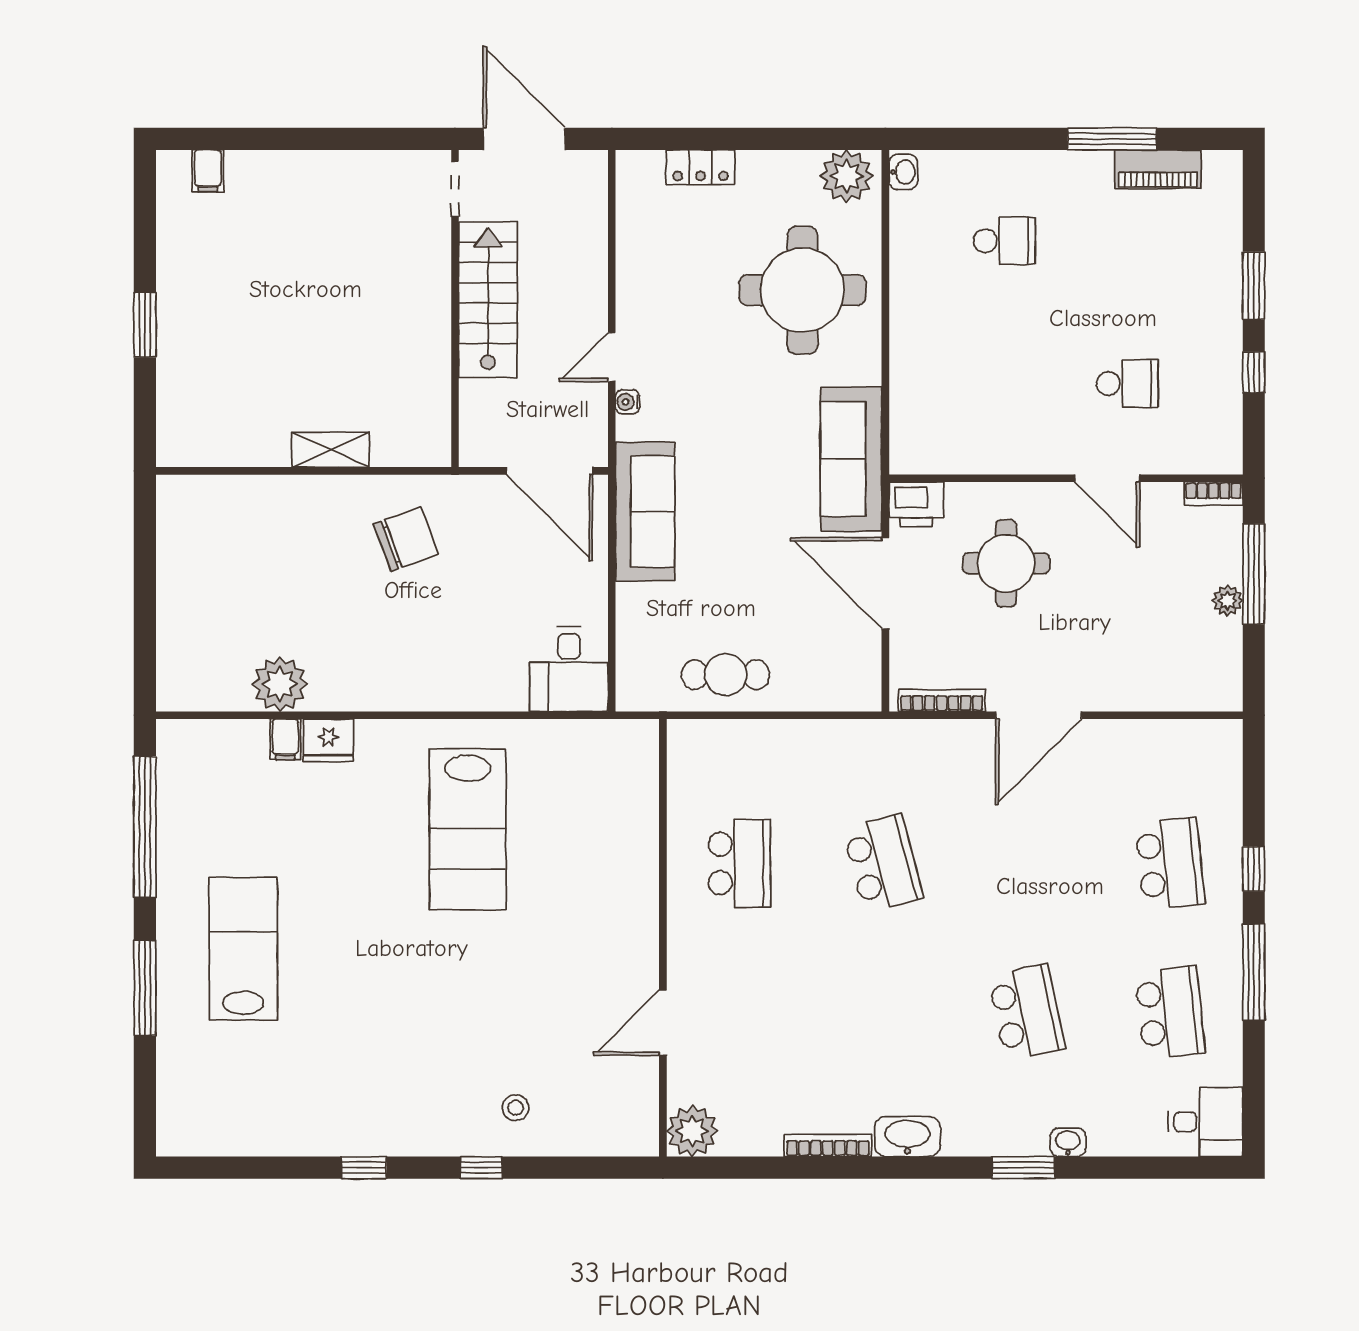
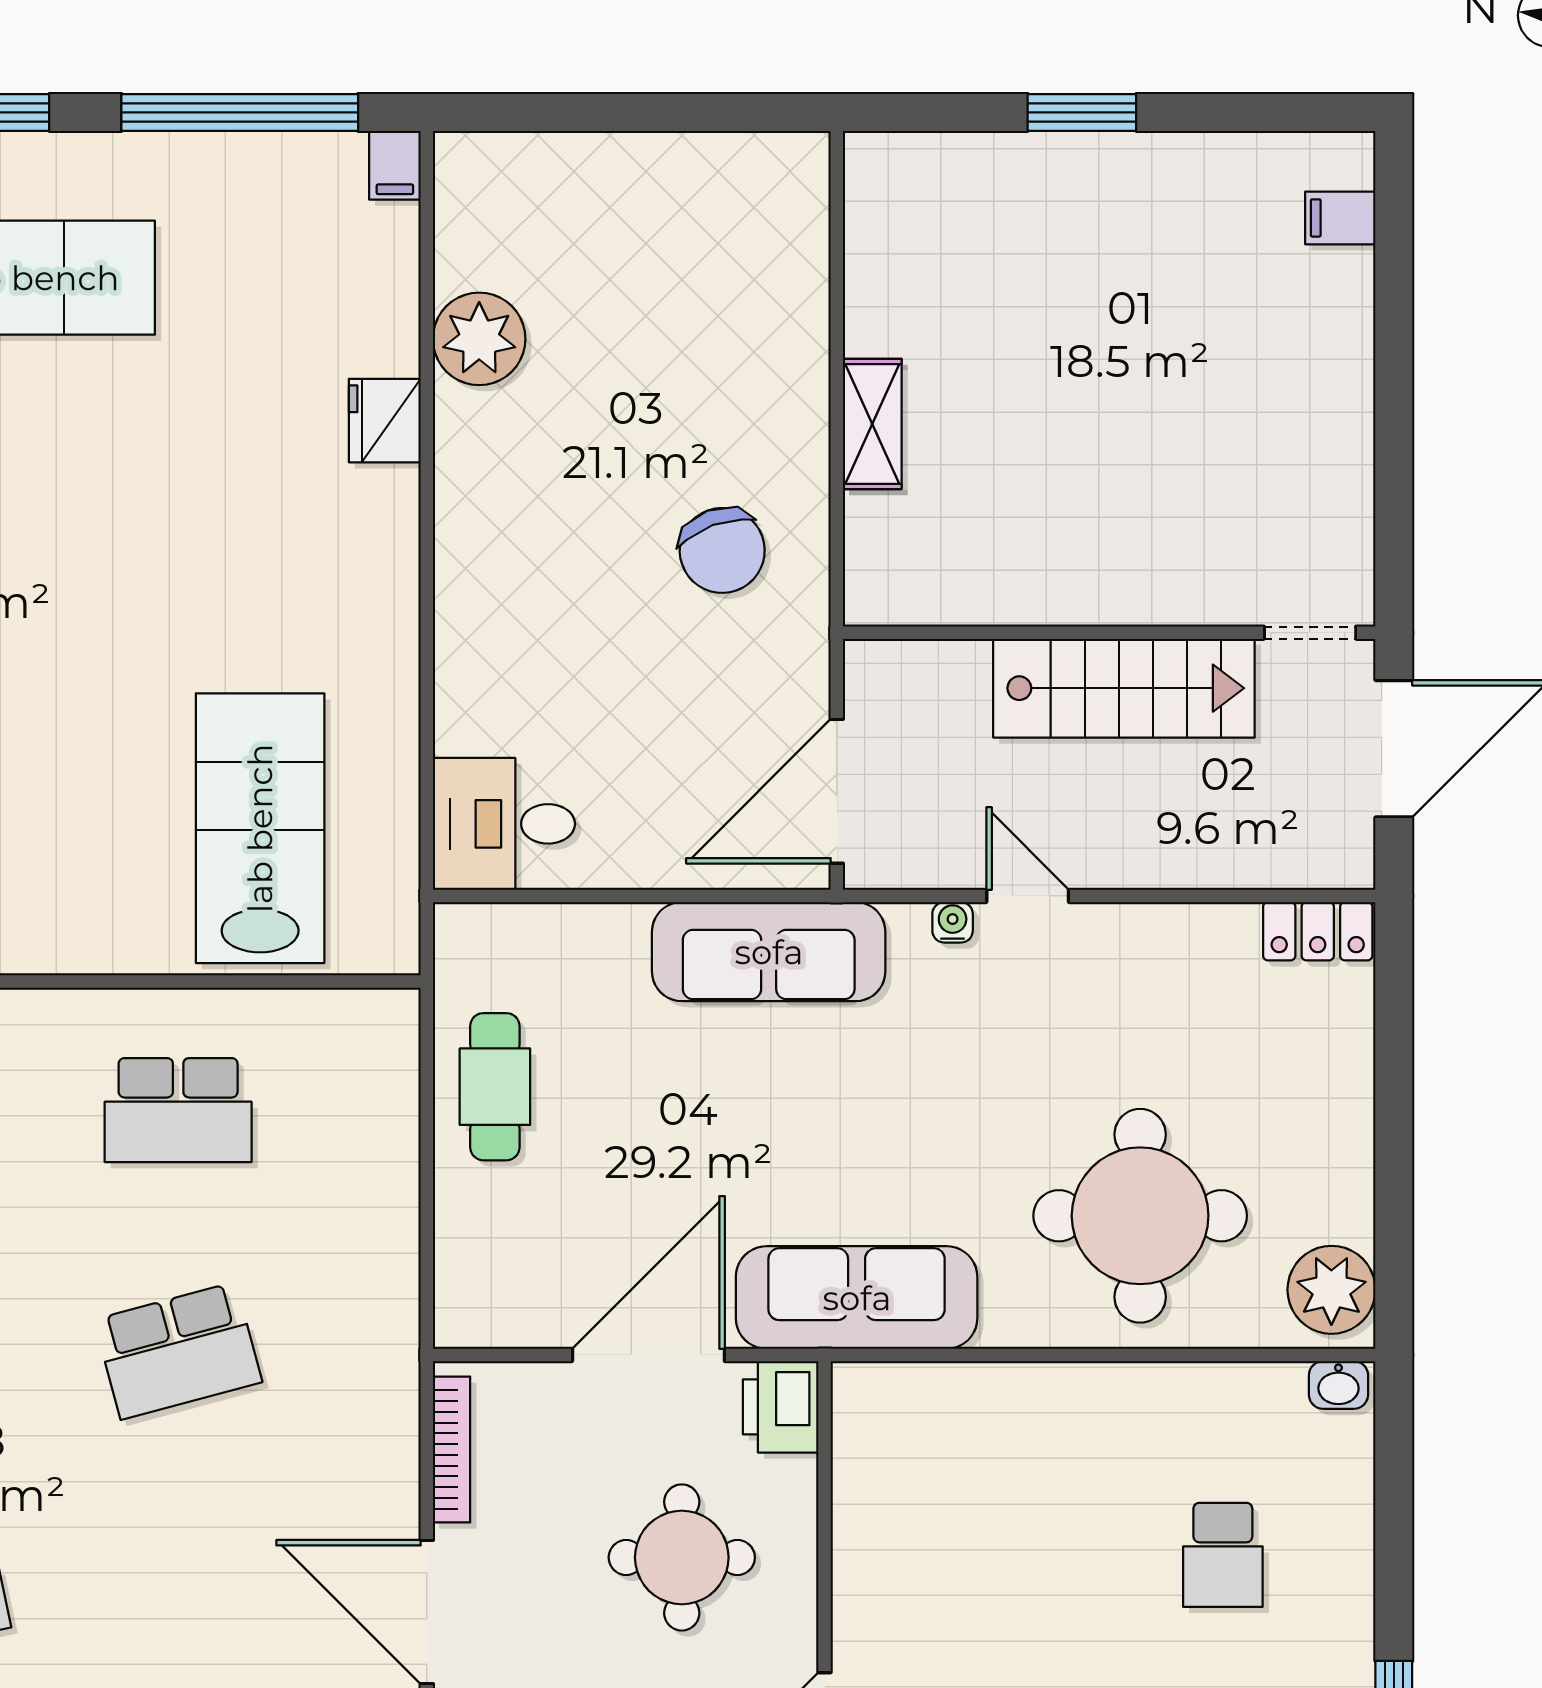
locker: (701, 167) -> (1318, 931), moved, turned -90
filing cabinet: (285, 739) -> (395, 165), moved, turned -90
lab bench: (468, 829) -> (260, 828), moved, turned 90

